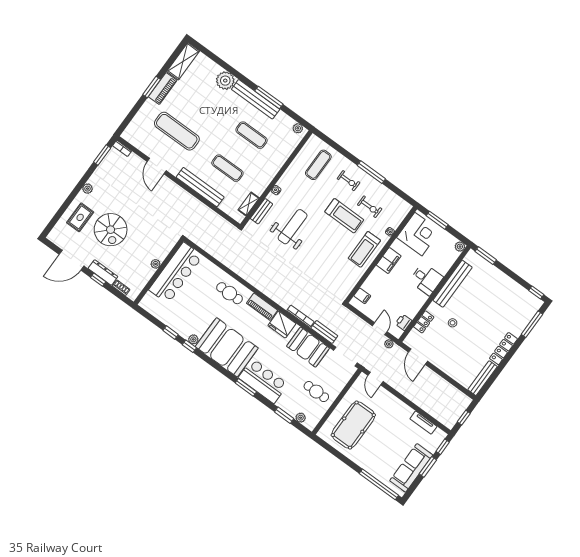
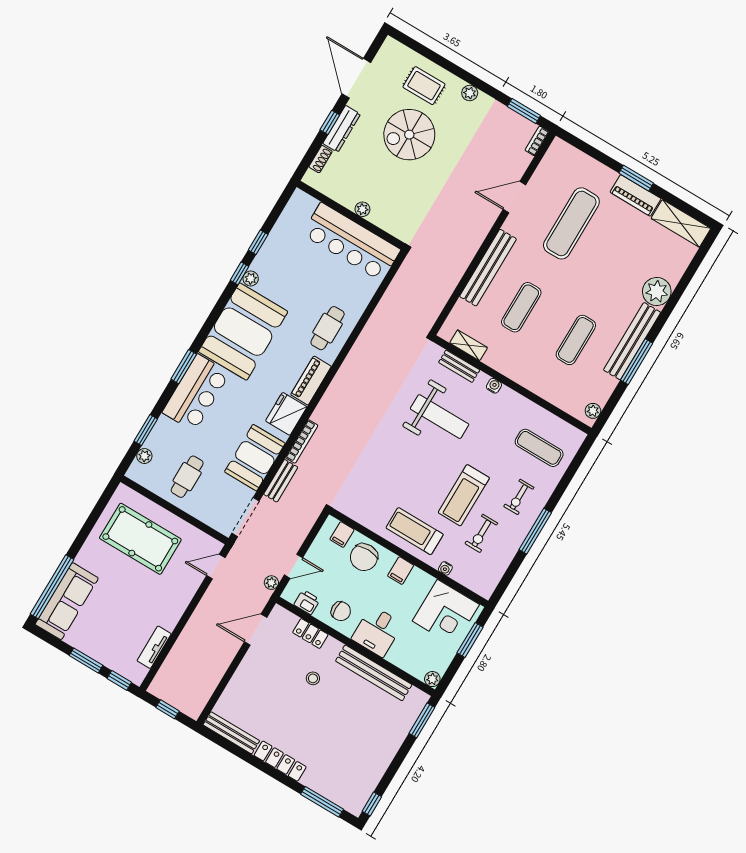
filing cabinet: (389, 261) -> (401, 571), width x0.50
chair: (378, 283) -> (364, 557), added
chair: (411, 301) -> (341, 611), added
sofa: (411, 468) -> (67, 601), moved, turned 90

